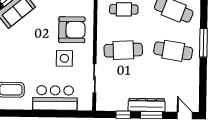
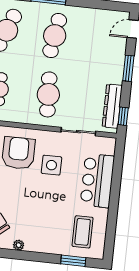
dresser: (147, 105) -> (112, 106), moved
window: (123, 115) -> (123, 116), moved

